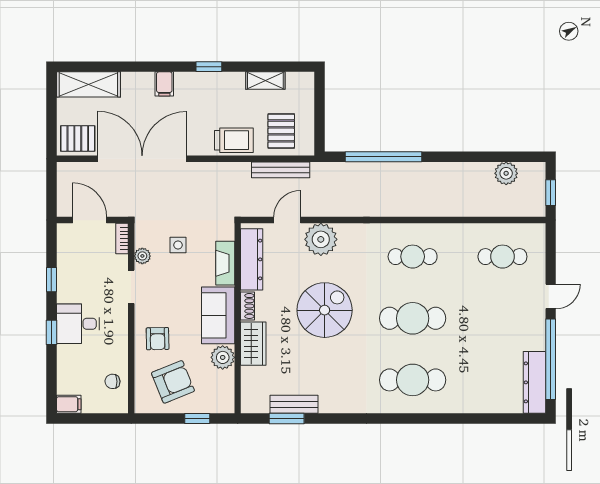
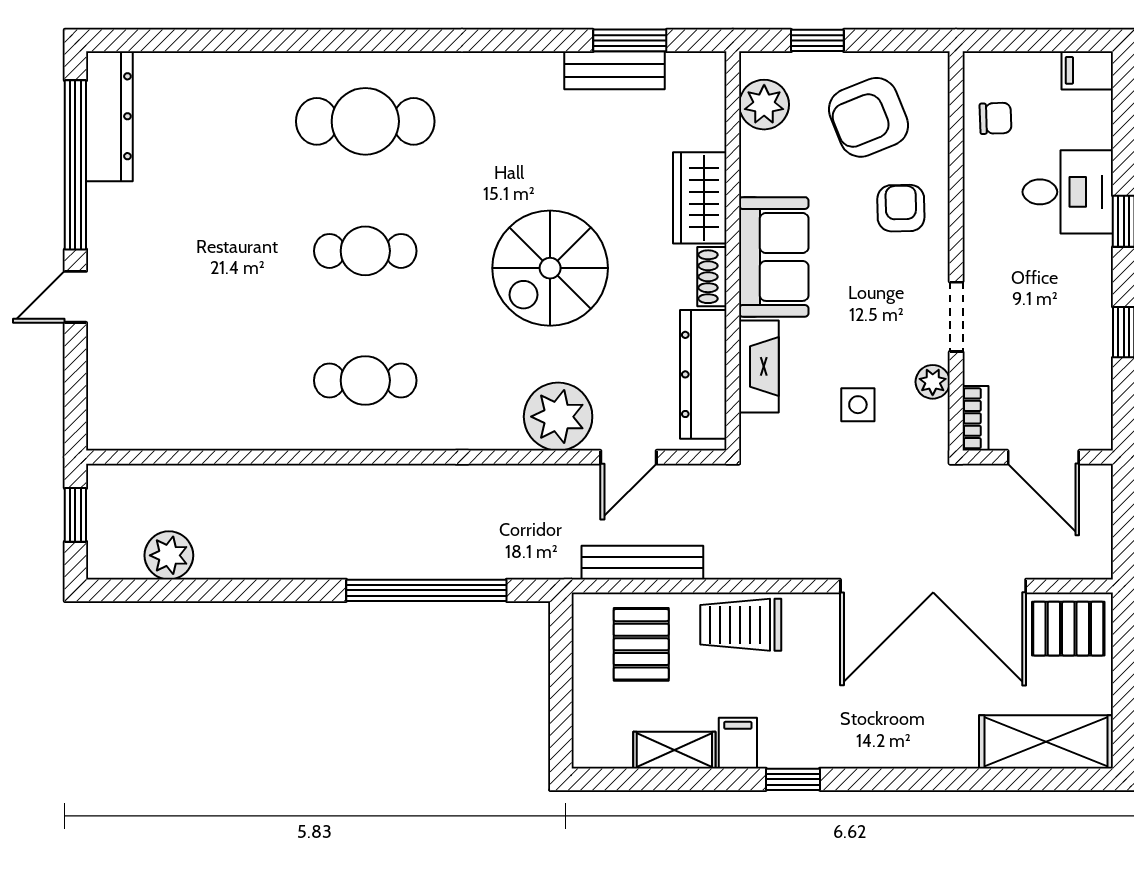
filing cabinet: (164, 84) -> (738, 743), moved
cafe table: (502, 257) -> (176, 380), removed
cafe table: (413, 318) -> (365, 251), width x0.73, depth x0.74
desk: (78, 324) -> (1068, 192), moved
plant: (223, 357) -> (764, 105), moved

